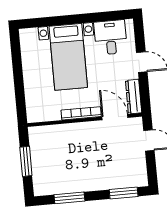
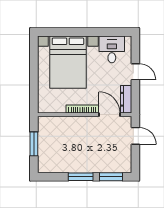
bed with nightstands: (68, 57) -> (68, 62), width x1.36
window: (69, 198) -> (81, 177), moved

